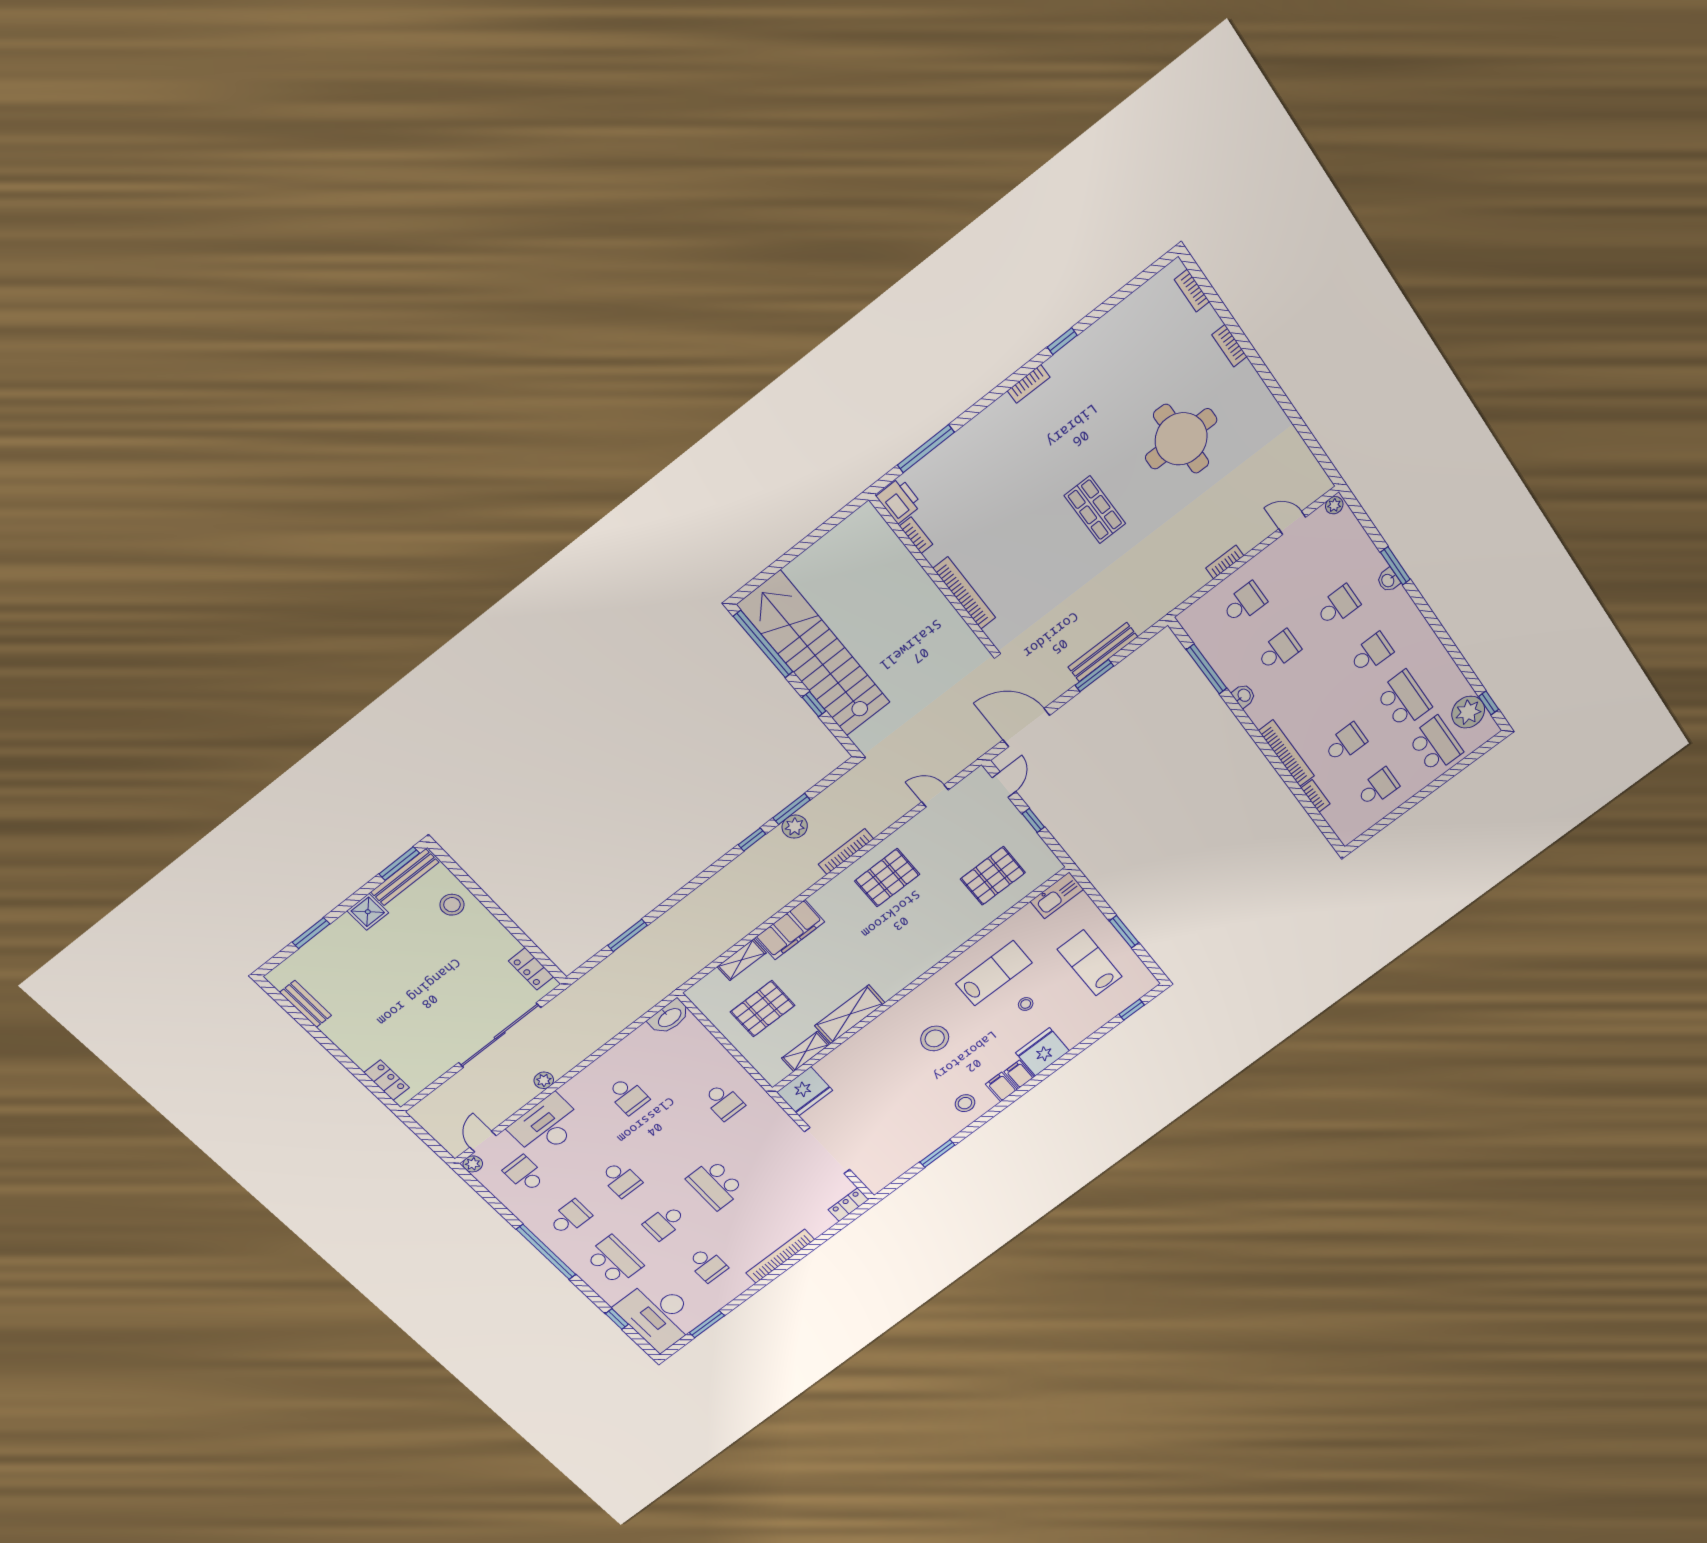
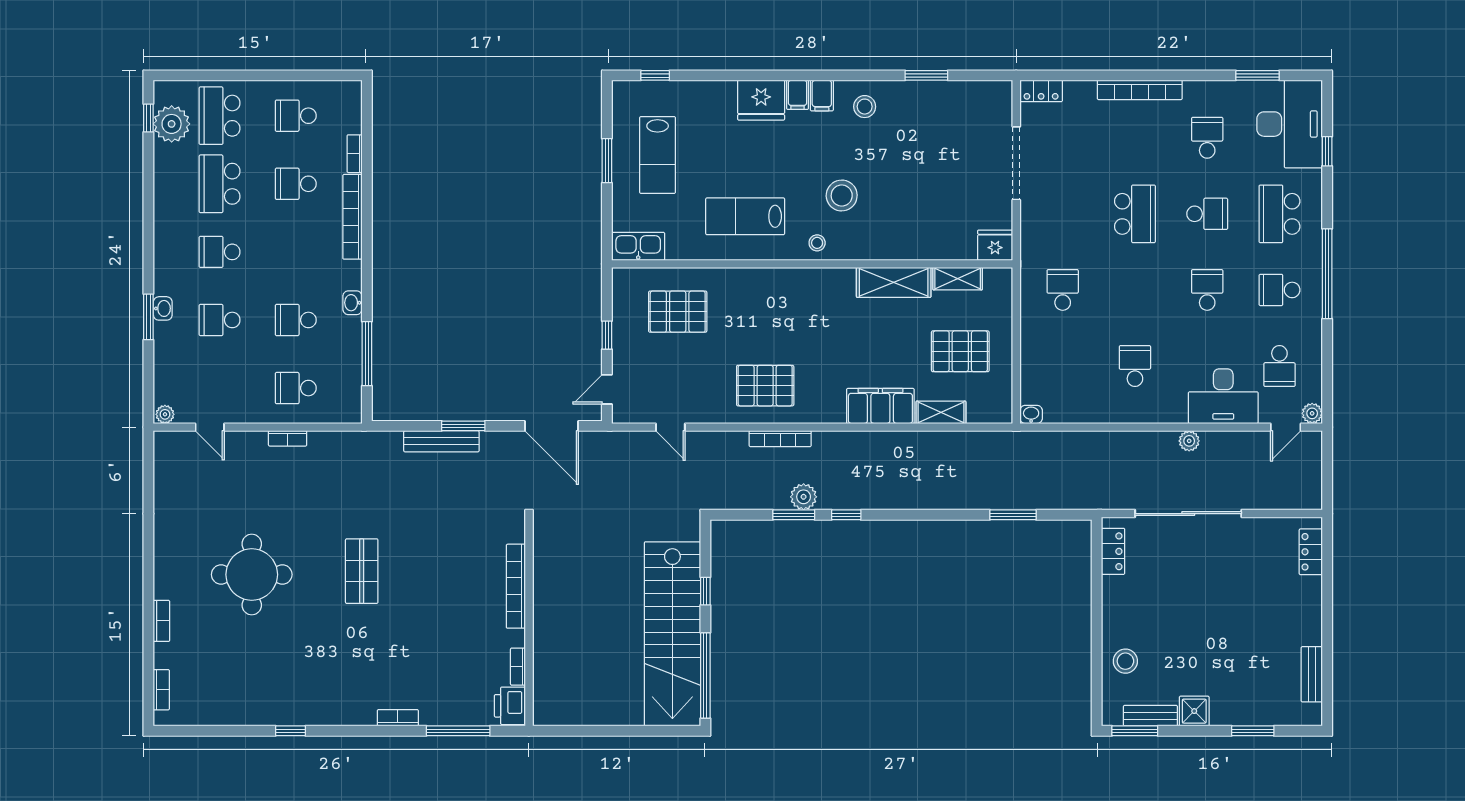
bookcase: (1029, 384) -> (398, 718), moved
bench: (405, 877) -> (1150, 716), width x0.73
stool: (1026, 1004) -> (817, 243), moved
washbasin: (669, 1017) -> (1031, 414), width x0.52, depth x0.69
fridge: (805, 1091) -> (995, 245), width x0.73, depth x0.75

